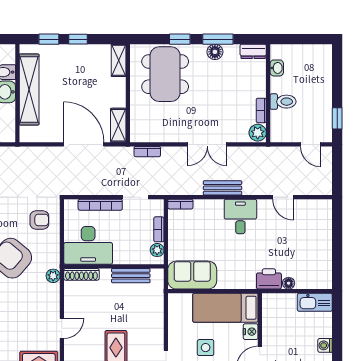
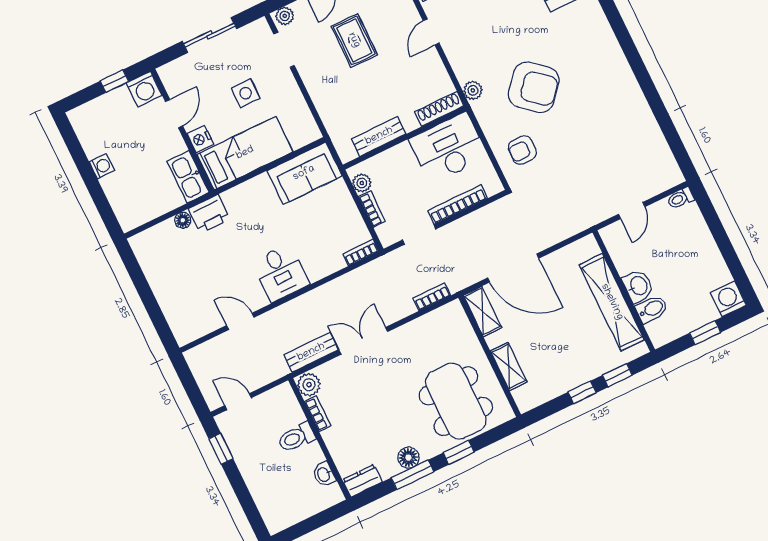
shelving: (119, 60) -> (509, 366), moved
bench: (223, 188) -> (311, 352), moved
kitchen sink: (315, 302) -> (188, 177), moved, turned -90

